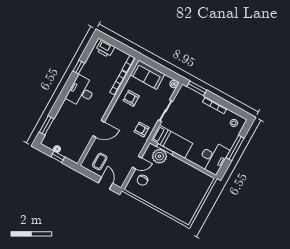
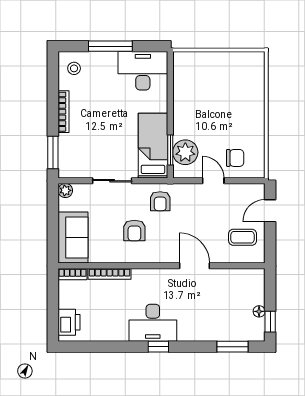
window: (79, 67) -> (158, 347), moved
armchair: (131, 98) -> (134, 231), moved
window: (58, 157) -> (270, 322), moved

